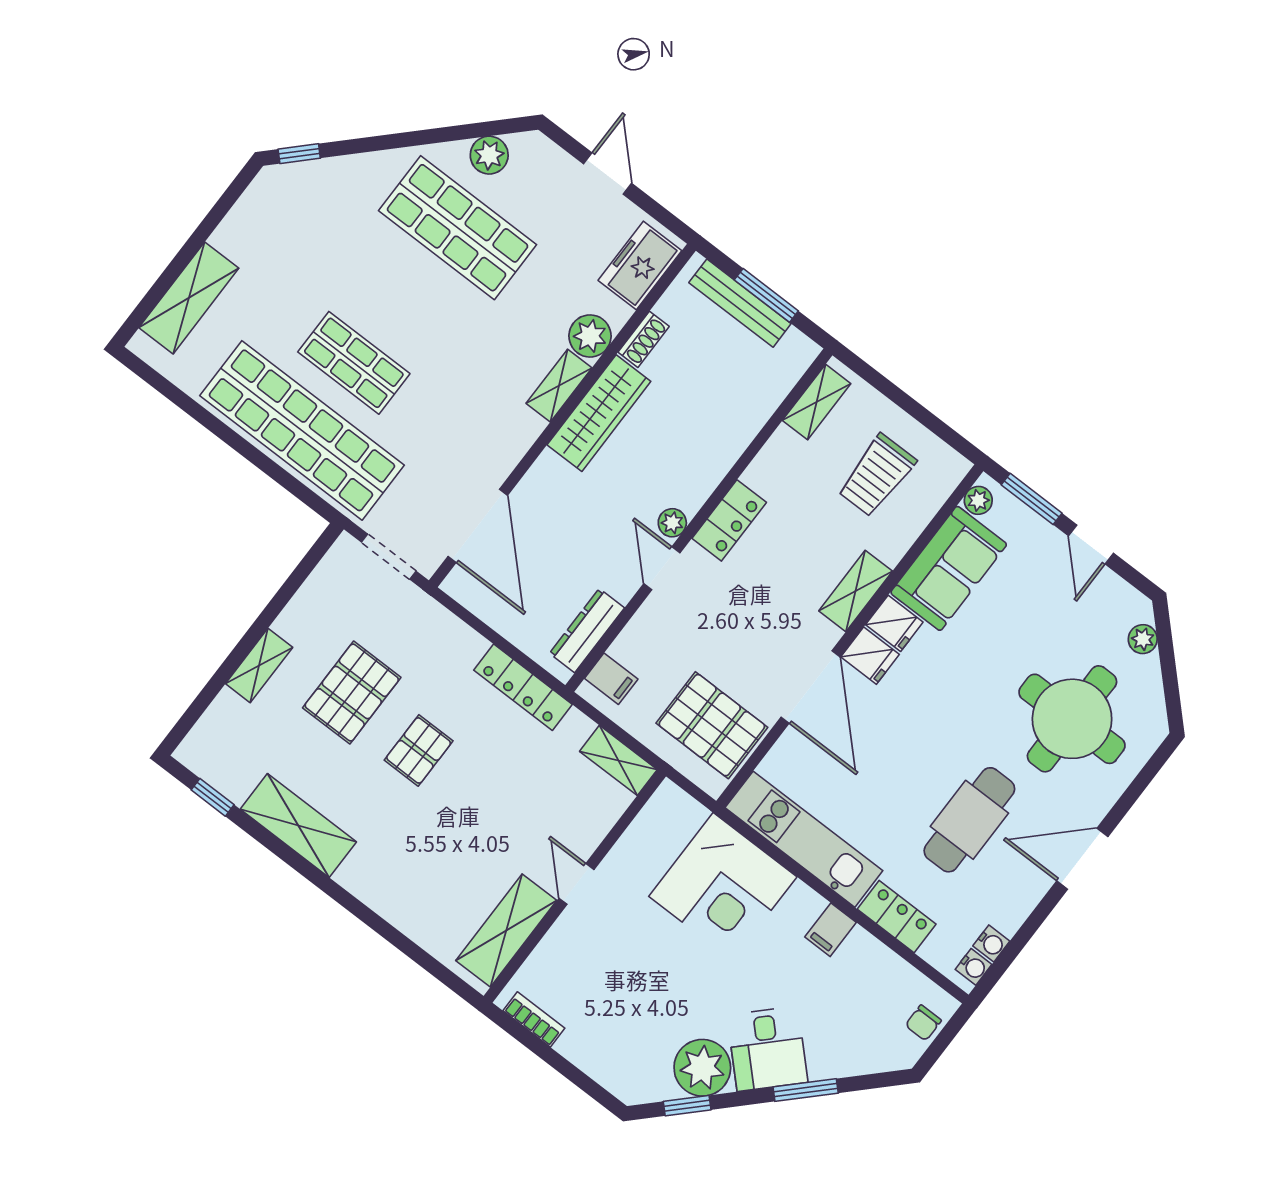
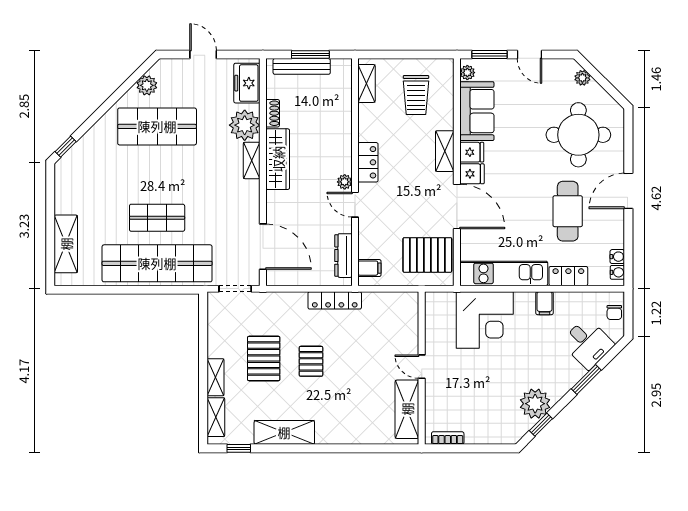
plant: (590, 336) -> (245, 125), width x1.36, depth x1.36
shelving: (618, 760) -> (216, 417), moved, turned 90
desk: (767, 1049) -> (588, 343), moved

